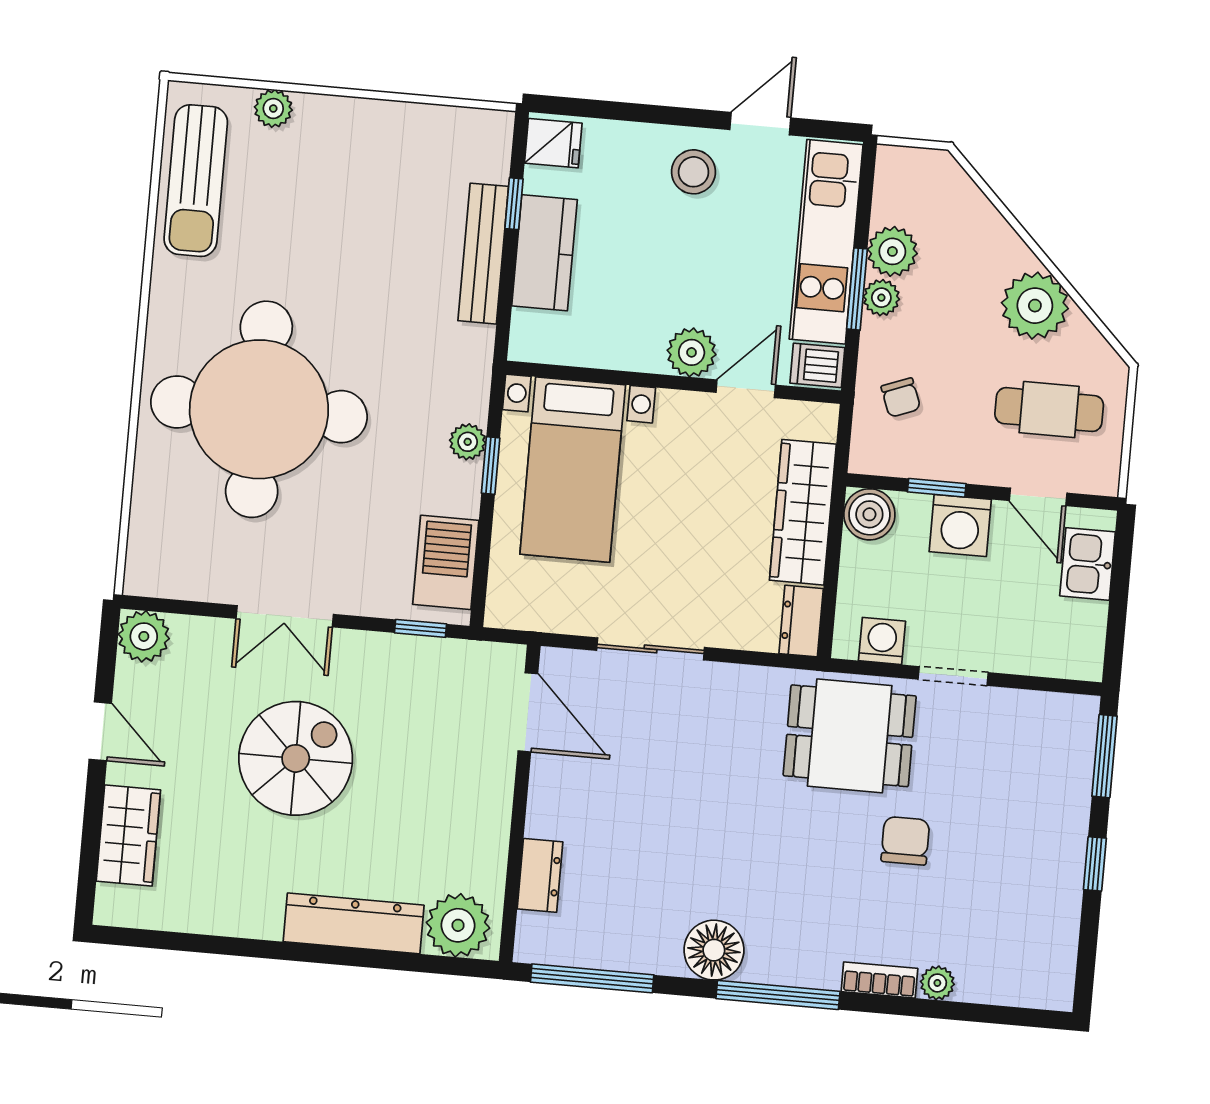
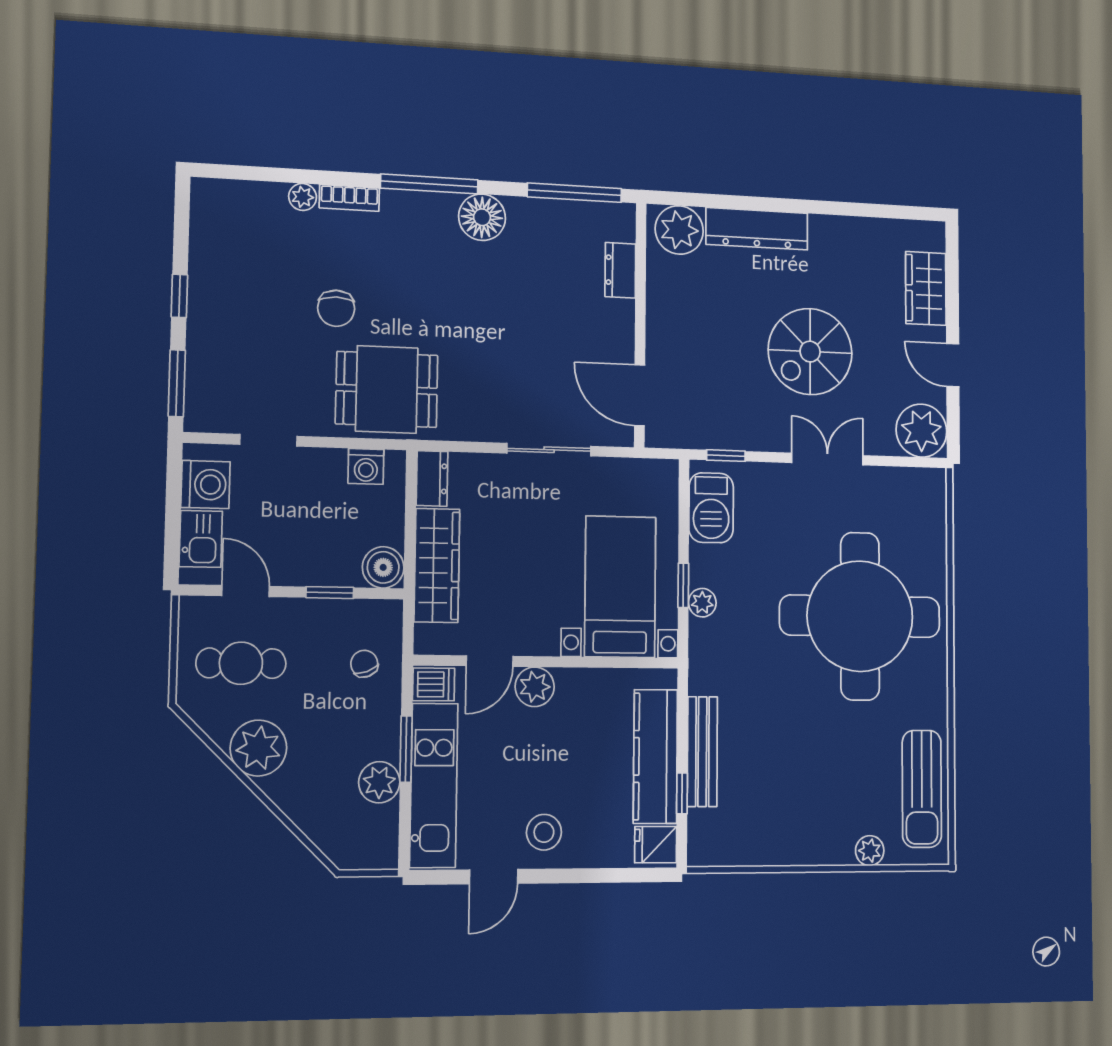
sun lounger: (196, 181) -> (922, 789), turned 180
kitchen counter: (544, 253) -> (655, 756), width x1.50
plant: (881, 298) -> (386, 744), removed
washing machine: (960, 526) -> (206, 484), moved, turned 90
plant: (144, 636) -> (921, 431), width x1.36, depth x1.36
doorway: (953, 676) -> (269, 440), moved

